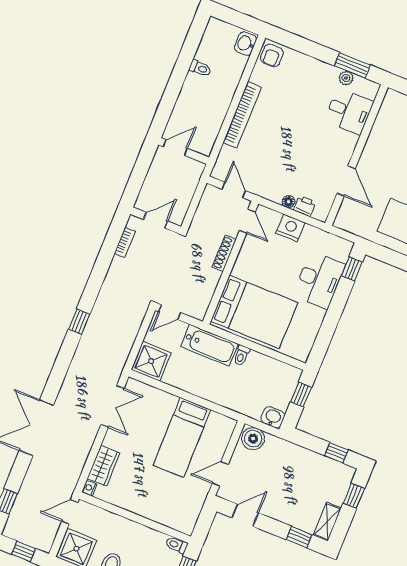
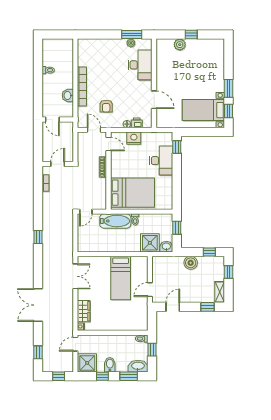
washbasin: (245, 43) -> (68, 95), moved
armchair: (272, 55) -> (106, 106), moved
desk: (349, 111) -> (140, 65), width x1.37
door: (175, 148) -> (52, 119), swing flipped
shower: (151, 361) -> (150, 243), moved
boiler: (253, 439) -> (191, 263), moved

